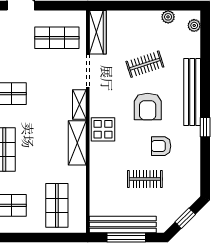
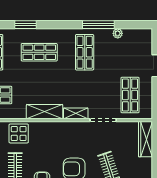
wardrobe: (98, 32) -> (145, 139), moved, turned 90
display table: (103, 129) -> (19, 133), moved

